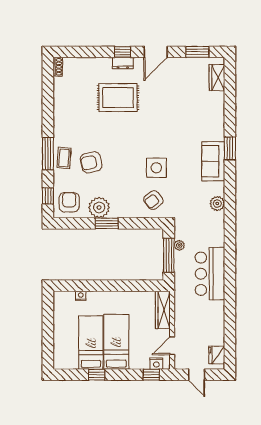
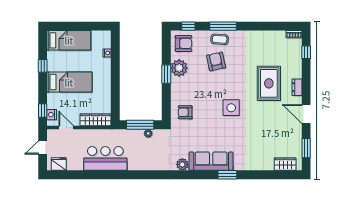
window: (123, 52) -> (306, 52), moved
sofa: (213, 161) -> (211, 161), width x1.36
side table: (156, 168) -> (231, 108), moved
armchair: (153, 200) -> (185, 112), turned -52
bar counter: (210, 274) -> (105, 158), moved
bed: (91, 343) -> (69, 40), moved

